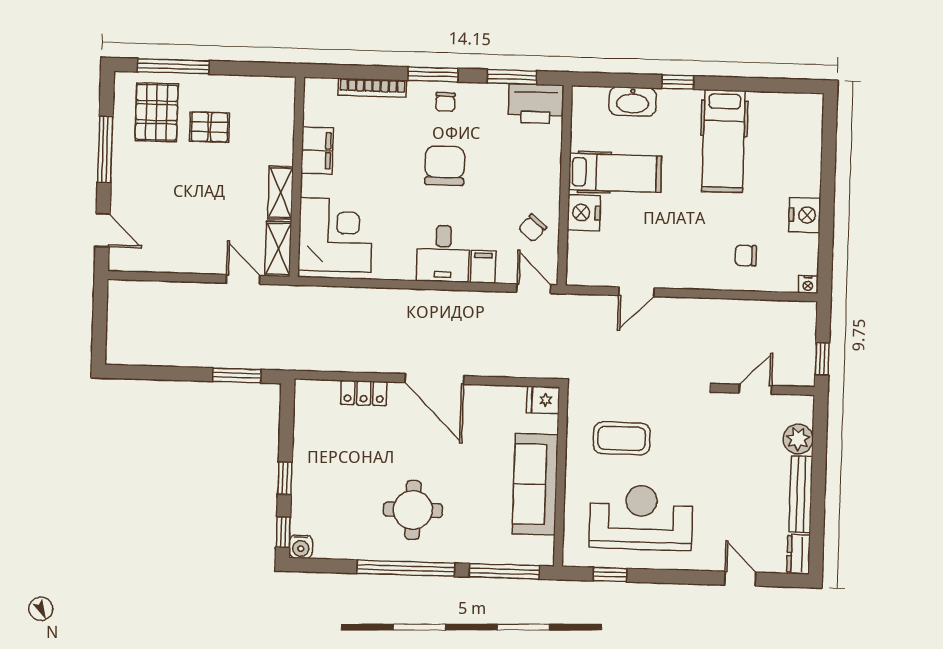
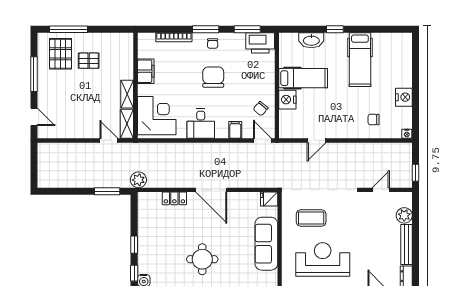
desk: (443, 254) -> (201, 124), moved
plant: (297, 356) -> (138, 180), added

